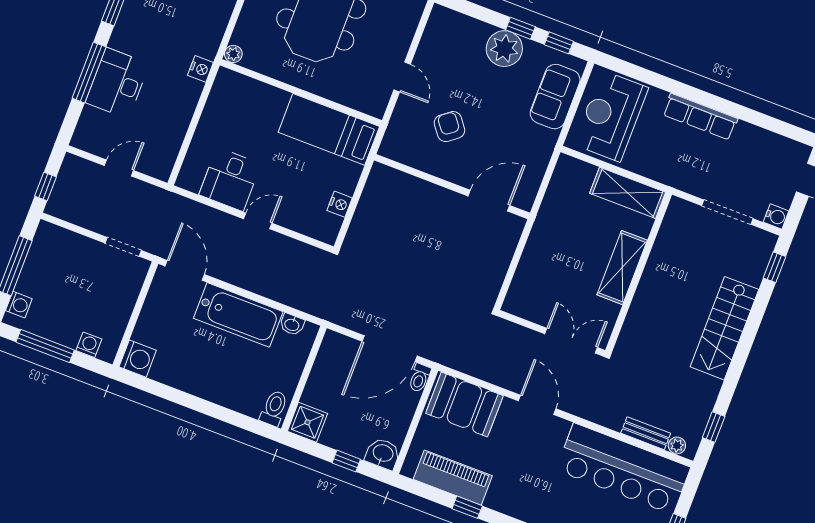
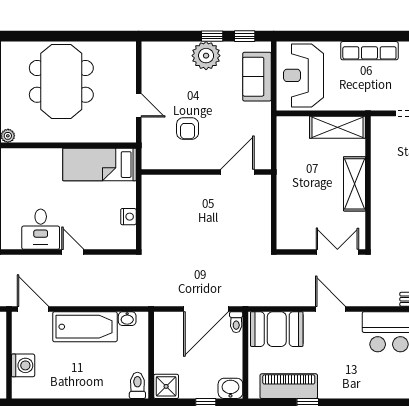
armchair: (449, 127) -> (188, 128), turned -142
door: (258, 221) -> (73, 252), hinge flipped
washing machine: (138, 359) -> (23, 365), moved

